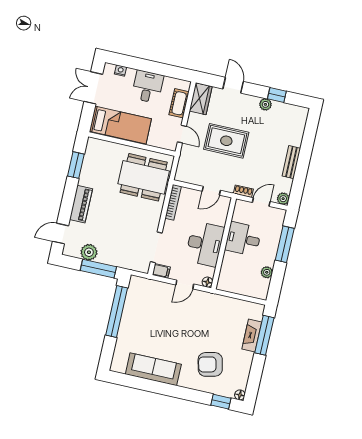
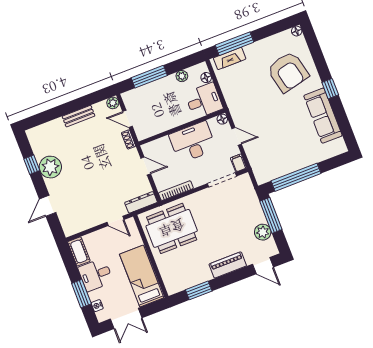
window: (140, 64) -> (81, 294), added
wardrobe: (201, 99) -> (76, 225), removed
cot: (179, 103) -> (79, 251), moved, turned 90
plant: (265, 104) -> (50, 167), width x1.87, depth x1.87
door: (182, 134) -> (115, 221), swing flipped
rug: (226, 141) -> (97, 181), removed
dresser: (183, 166) -> (141, 202), added
dining table: (144, 177) -> (172, 228), turned 90
desk: (243, 239) -> (204, 101), moved, turned -90
floor lamp: (252, 292) -> (206, 78), added
fireplace: (252, 335) -> (230, 58), moved
armchair: (210, 364) -> (288, 72), width x1.36, depth x1.36
window: (221, 402) -> (330, 89), moved

